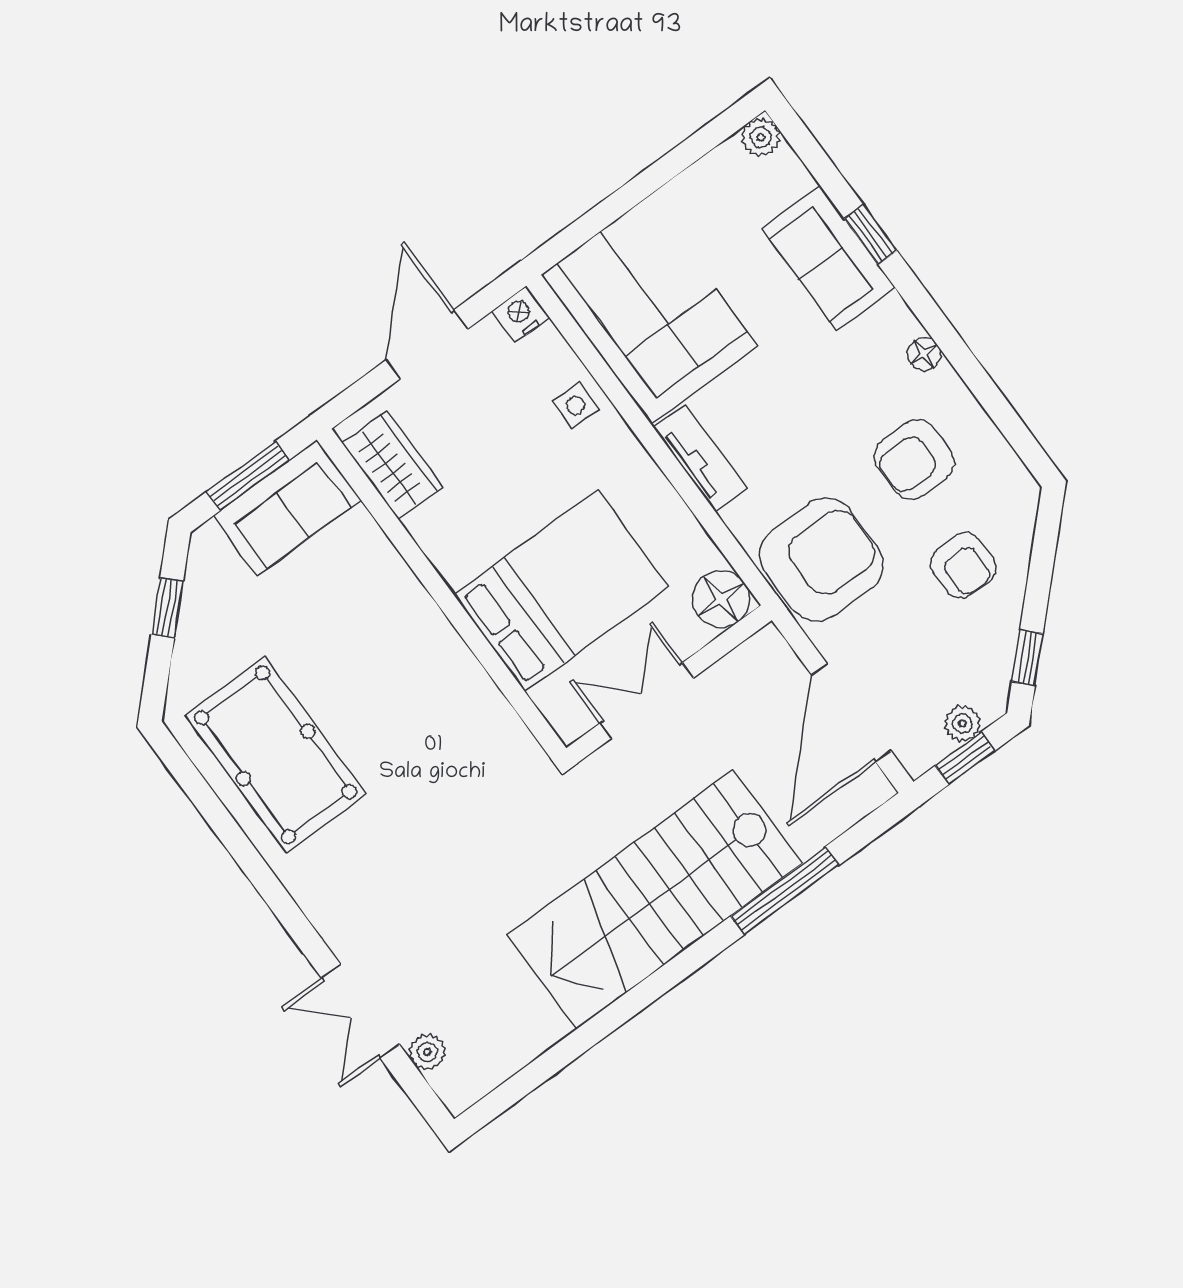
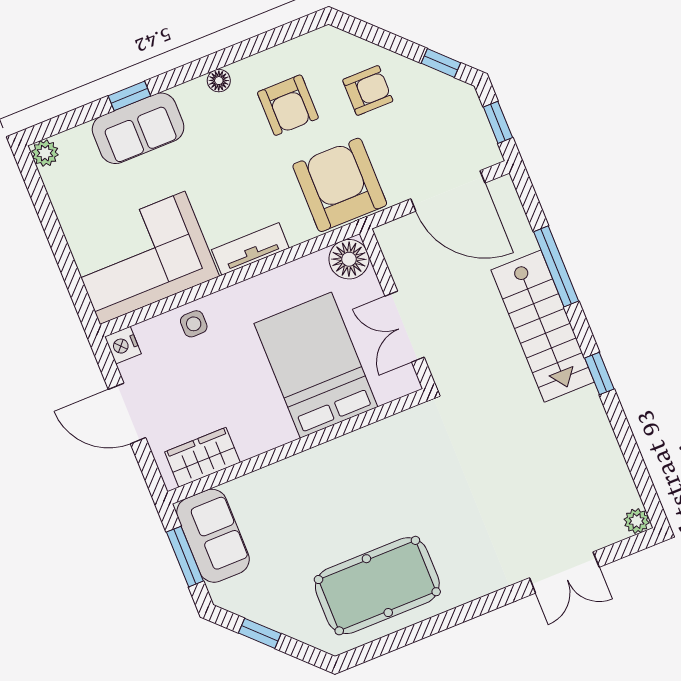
plant: (962, 723) -> (474, 118), removed
stairs: (655, 899) -> (543, 326), width x0.73, depth x0.66
window: (651, 989) -> (599, 373), added
plant: (427, 1052) -> (637, 521), moved

